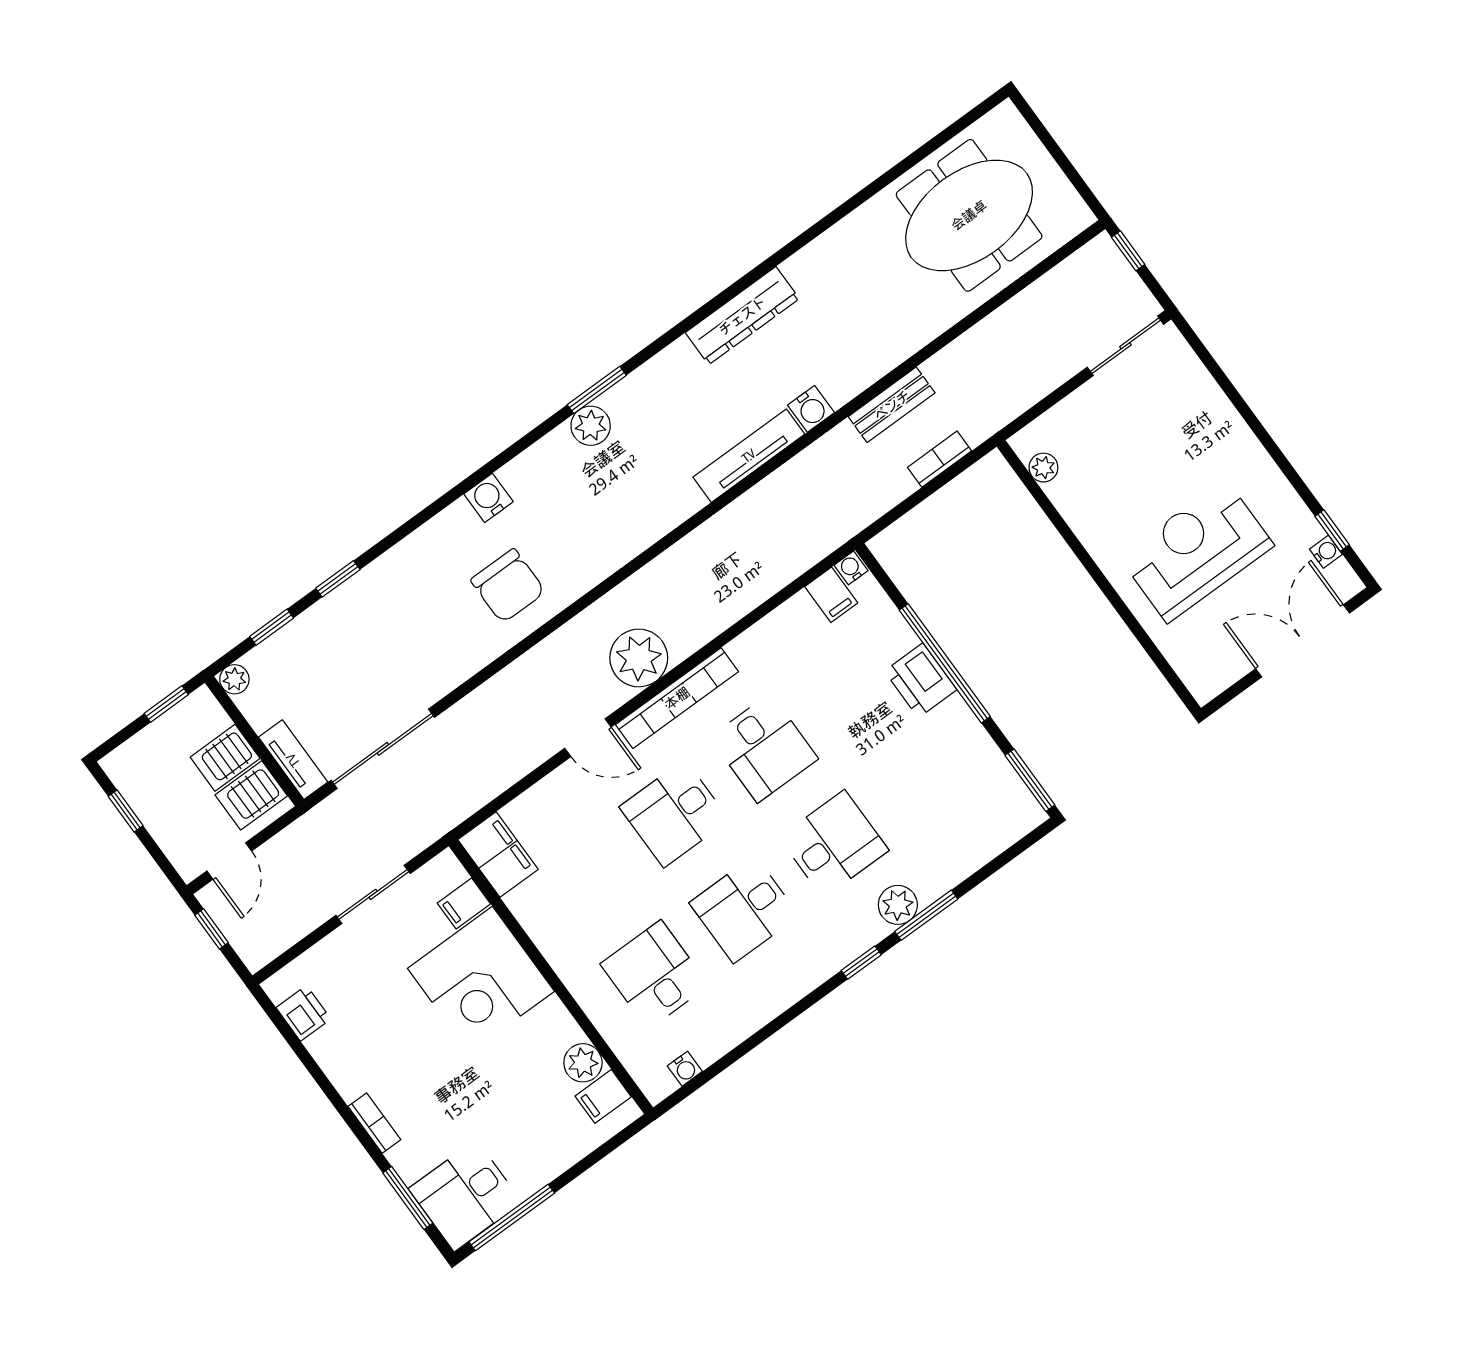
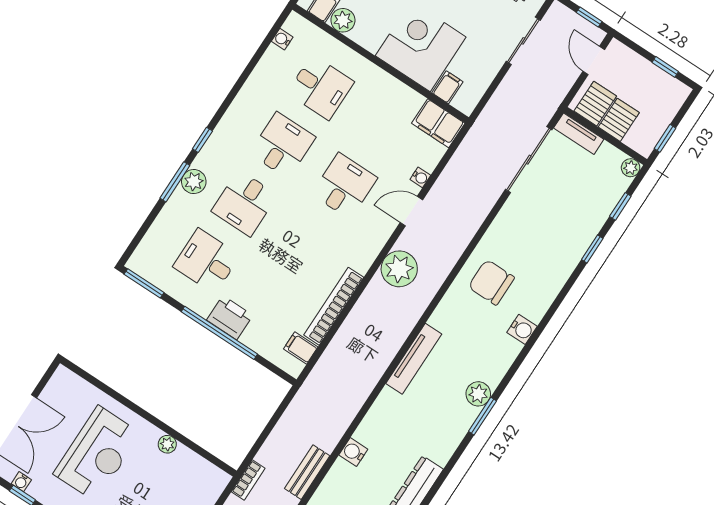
tv unit: (749, 456) -> (414, 359), moved
bookcase: (940, 459) -> (248, 480), moved
plant: (1043, 468) -> (167, 444), moved
water cooler: (851, 568) -> (420, 177), moved
bookcase: (677, 698) -> (334, 306), moved
desk: (764, 748) -> (206, 261), moved
sliding door: (373, 894) -> (523, 41), moved

